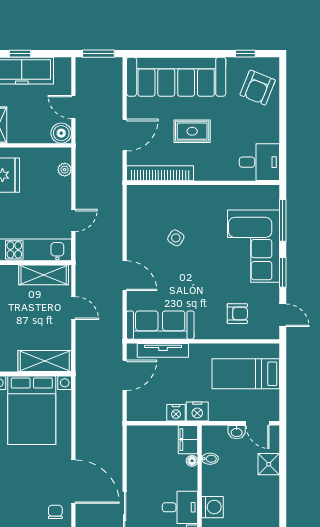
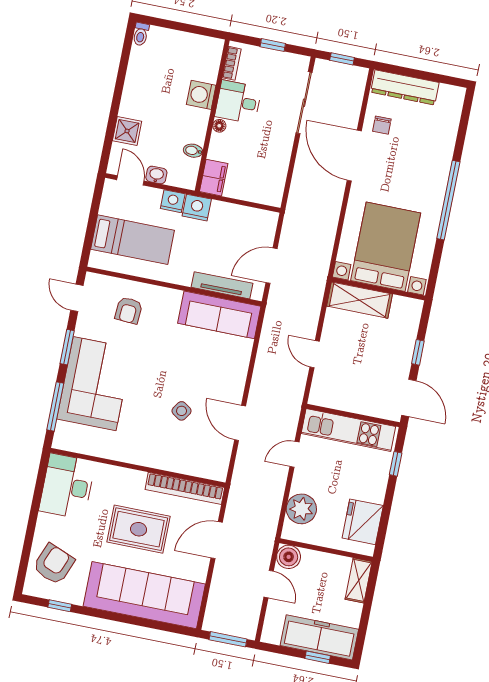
rug: (192, 131) -> (139, 529), width x1.36, depth x1.43
desk: (259, 162) -> (67, 486), width x1.37
plant: (65, 170) -> (301, 509), width x1.88, depth x1.88
shelving: (44, 275) -> (341, 399), removed
door: (125, 276) -> (240, 423), moved
armchair: (237, 314) -> (129, 310), turned -86
nightstand: (176, 413) -> (173, 201), moved
floor lamp: (192, 461) -> (219, 126), moved

